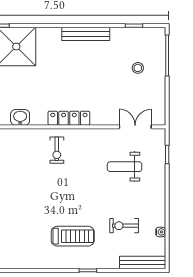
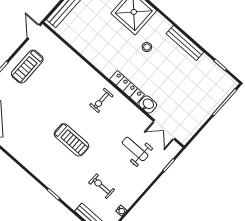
stool: (138, 68) -> (147, 47), moved
washbasin: (20, 117) -> (148, 104), moved
double door: (135, 127) -> (164, 130), swing flipped
treadmill: (73, 236) -> (71, 140), moved

